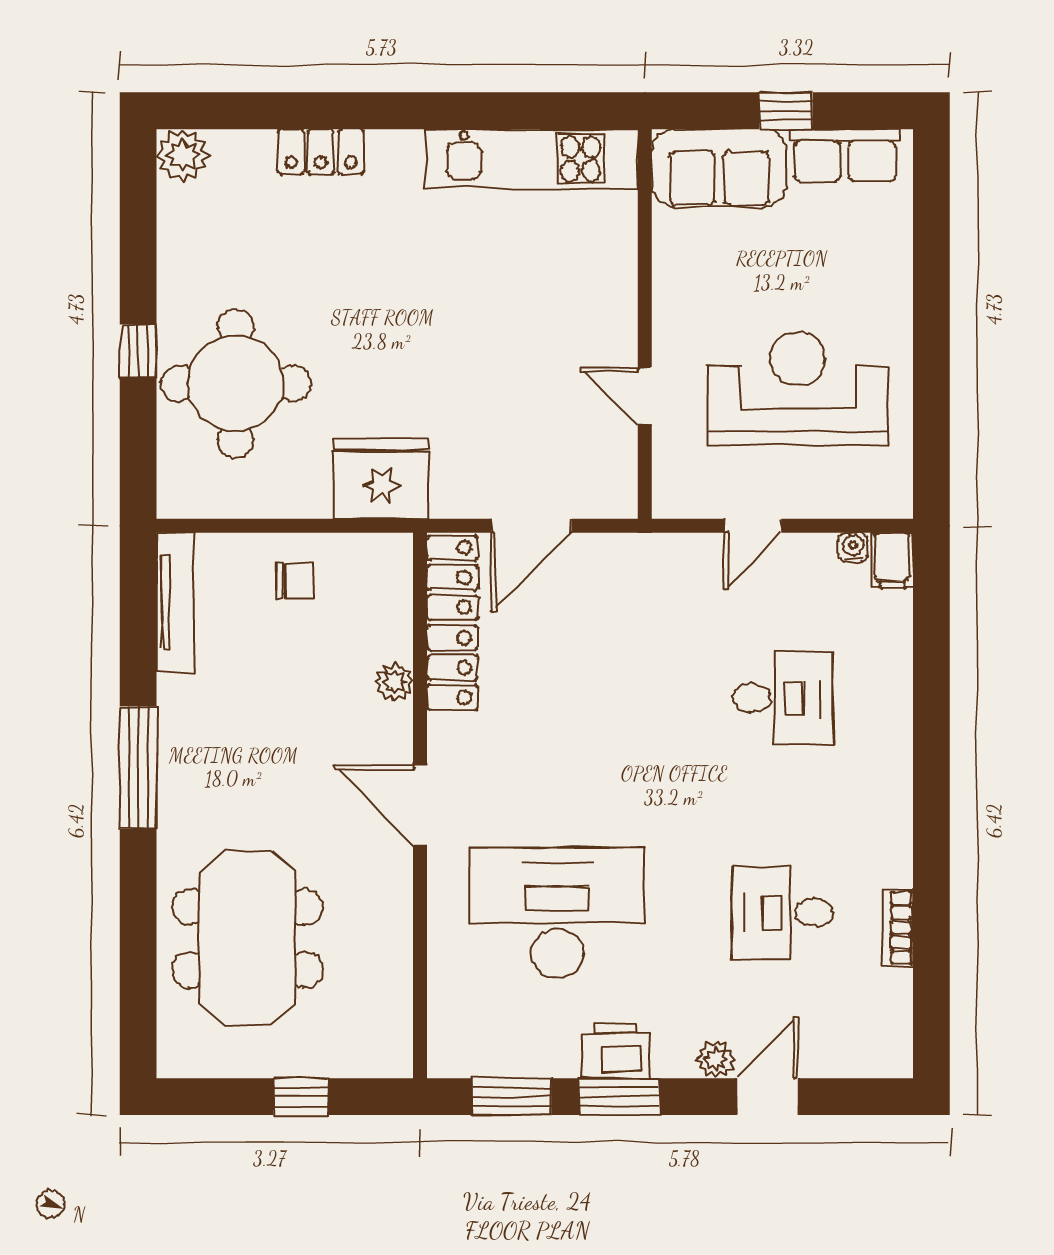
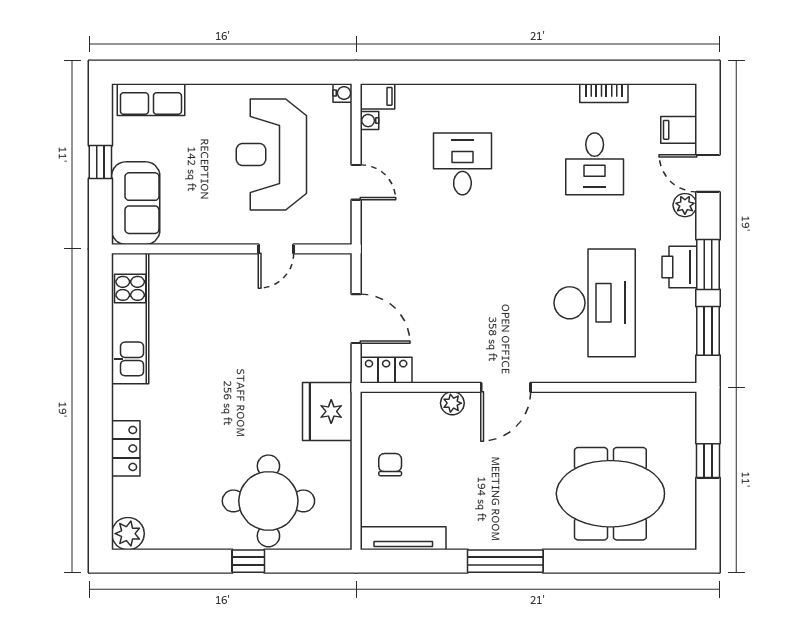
row of seats: (845, 155) -> (151, 100), moved, turned 90
water cooler: (898, 504) -> (342, 93), added
locker: (452, 623) -> (386, 370), width x0.46, depth x0.83
door: (420, 806) -> (506, 387), moved
desk: (557, 913) -> (595, 303), turned 180
filing cabinet: (838, 1049) -> (679, 130), added

